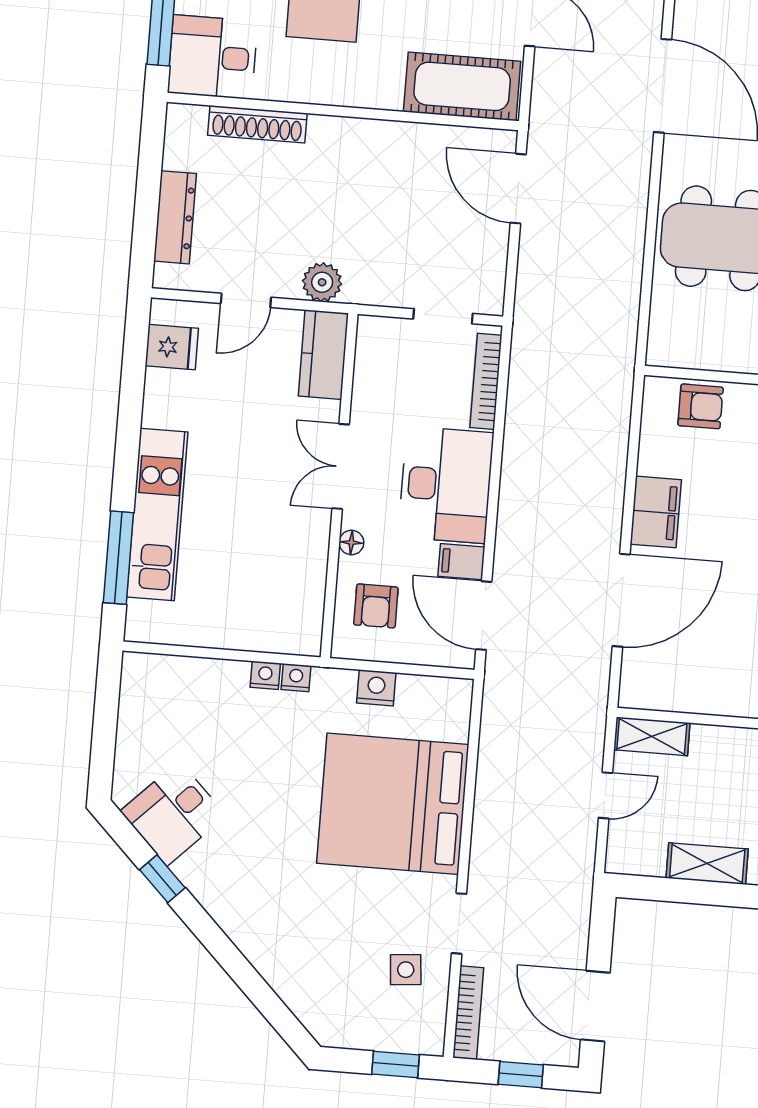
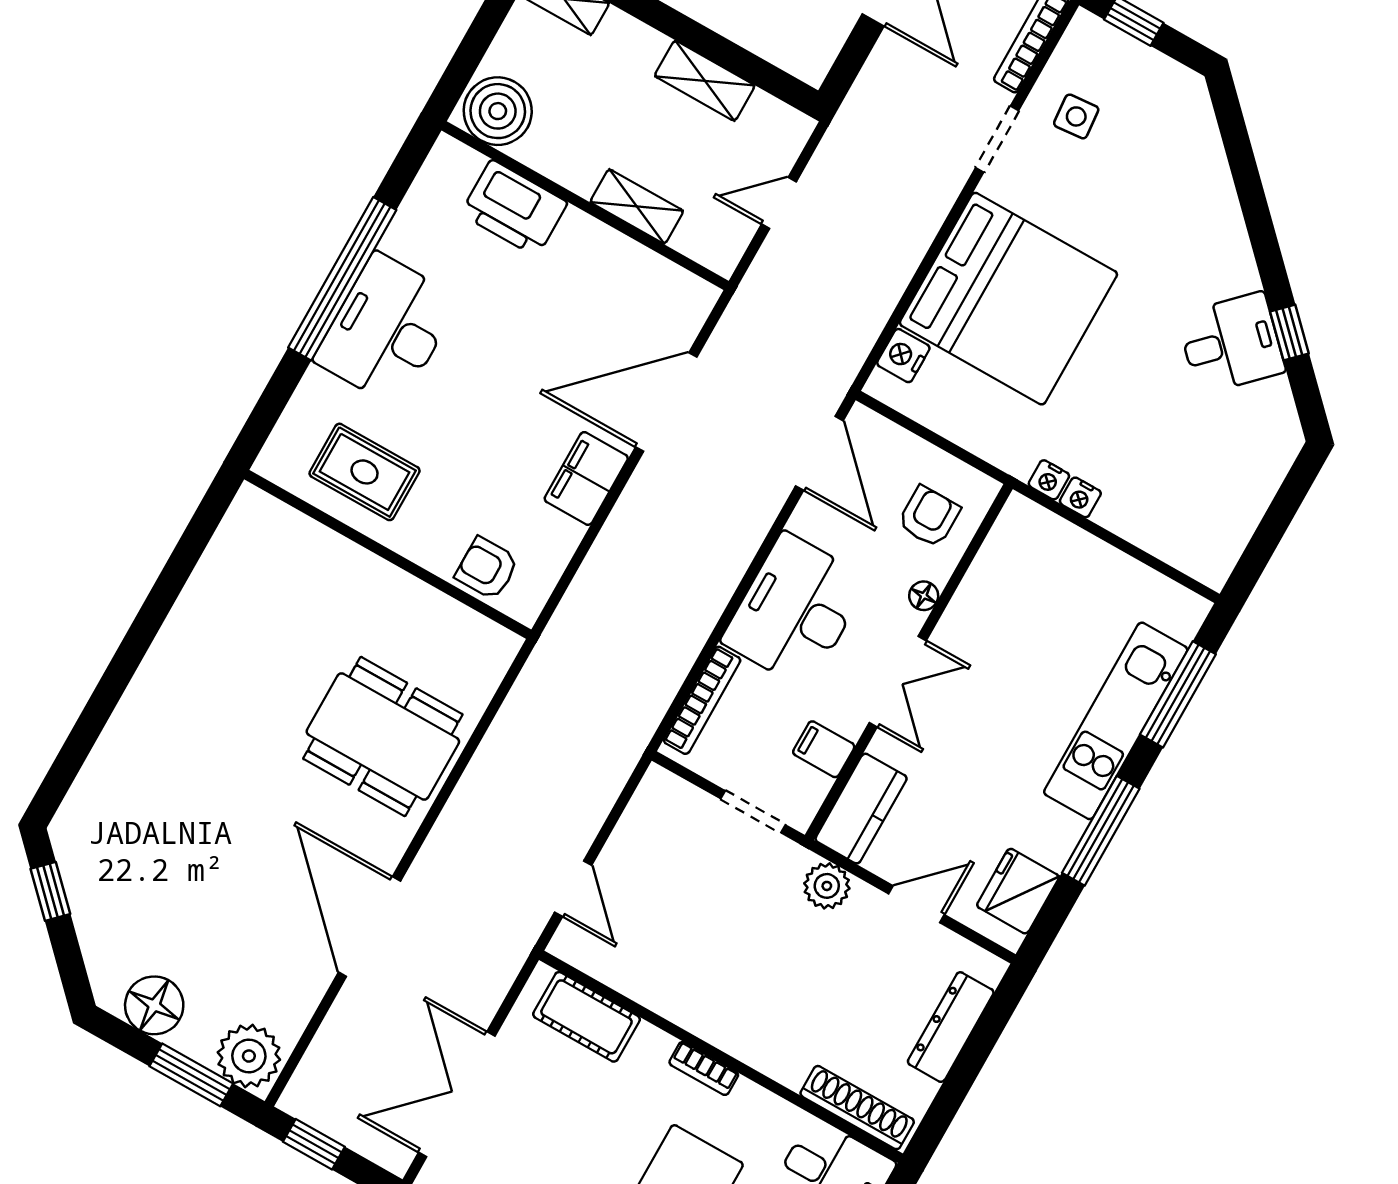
cot: (462, 86) -> (587, 1017), width x0.73, depth x0.75
bookcase: (352, 96) -> (704, 1068), added
shoe rack: (257, 124) -> (857, 1108), moved
door: (518, 189) -> (573, 889), width x0.73
doorway: (443, 316) -> (753, 812), moved
fridge: (172, 347) -> (1018, 891), width x1.38
window: (129, 424) -> (1101, 831), added
filing cabinet: (461, 562) -> (824, 749), moved, turned 180
nightstand: (376, 688) -> (903, 356), moved, turned 90
shelving: (652, 736) -> (637, 206), moved
desk: (173, 813) -> (1231, 343), moved

